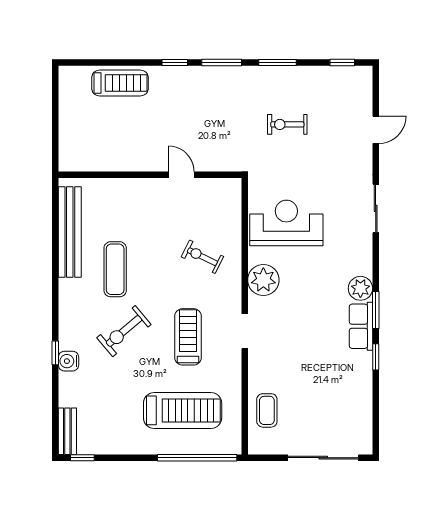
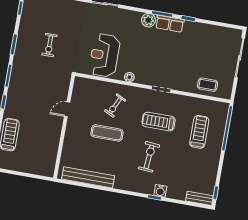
exercise mat: (115, 269) -> (107, 133), moved
plant: (263, 280) -> (129, 77), width x0.53, depth x0.53
exercise bike: (124, 331) -> (149, 157), turned -135
treadmill: (183, 410) -> (199, 132), width x0.73, depth x0.73

